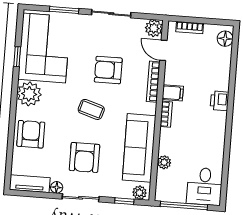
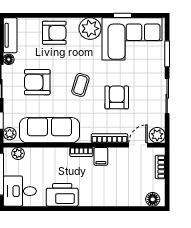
printer: (219, 101) -> (62, 195), moved, width x1.87, depth x1.48
plant: (164, 162) -> (18, 153), moved

